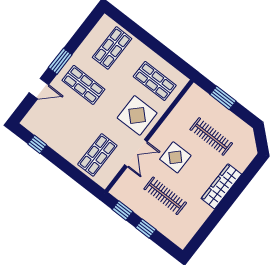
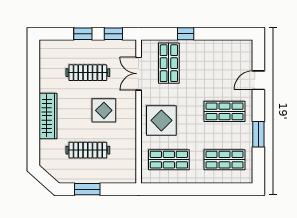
shop shelf: (112, 48) -> (225, 160), turned 90
window: (60, 61) -> (258, 134), moved
window: (223, 98) -> (87, 189), moved
window: (37, 144) -> (186, 34), moved
double door: (136, 153) -> (139, 74), moved

